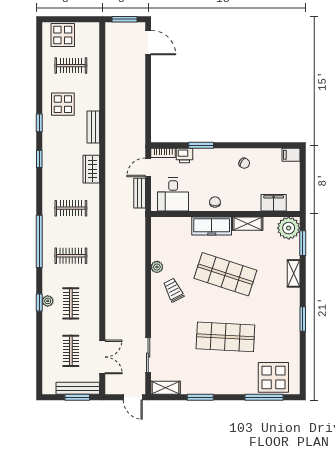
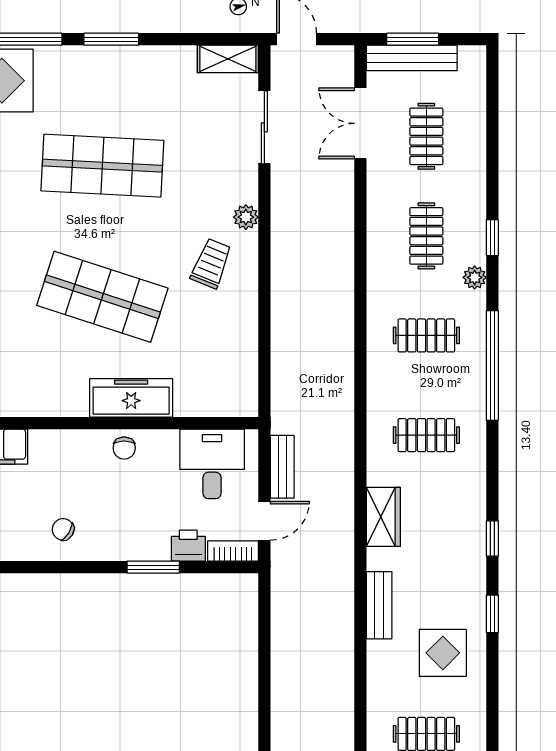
shelving: (248, 224) -> (56, 403), removed
plant: (157, 267) -> (246, 217), moved
trolley: (173, 290) -> (211, 263), turned -131
plant: (48, 301) -> (475, 277), moved
window: (200, 397) -> (111, 39), moved

